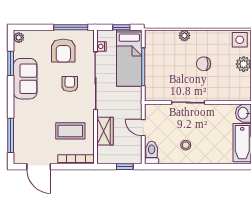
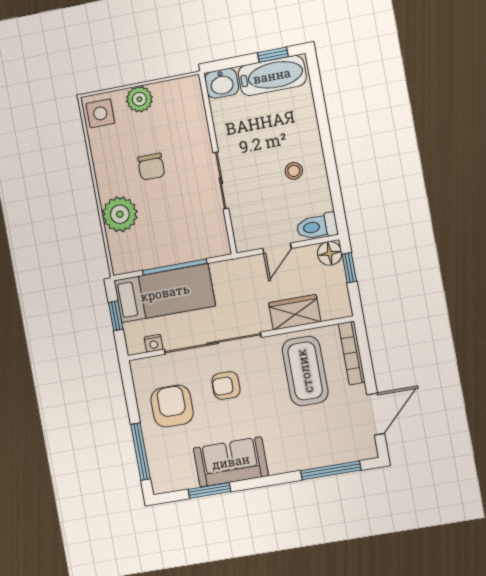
window: (71, 27) -> (140, 452), moved
plant: (184, 36) -> (120, 214), width x1.87, depth x1.87
plant: (19, 38) -> (164, 484), removed
armchair: (63, 51) -> (172, 406), turned -90
coffee table: (70, 131) -> (305, 371), width x1.36, depth x1.32
floor lamp: (135, 157) -> (330, 253), added

